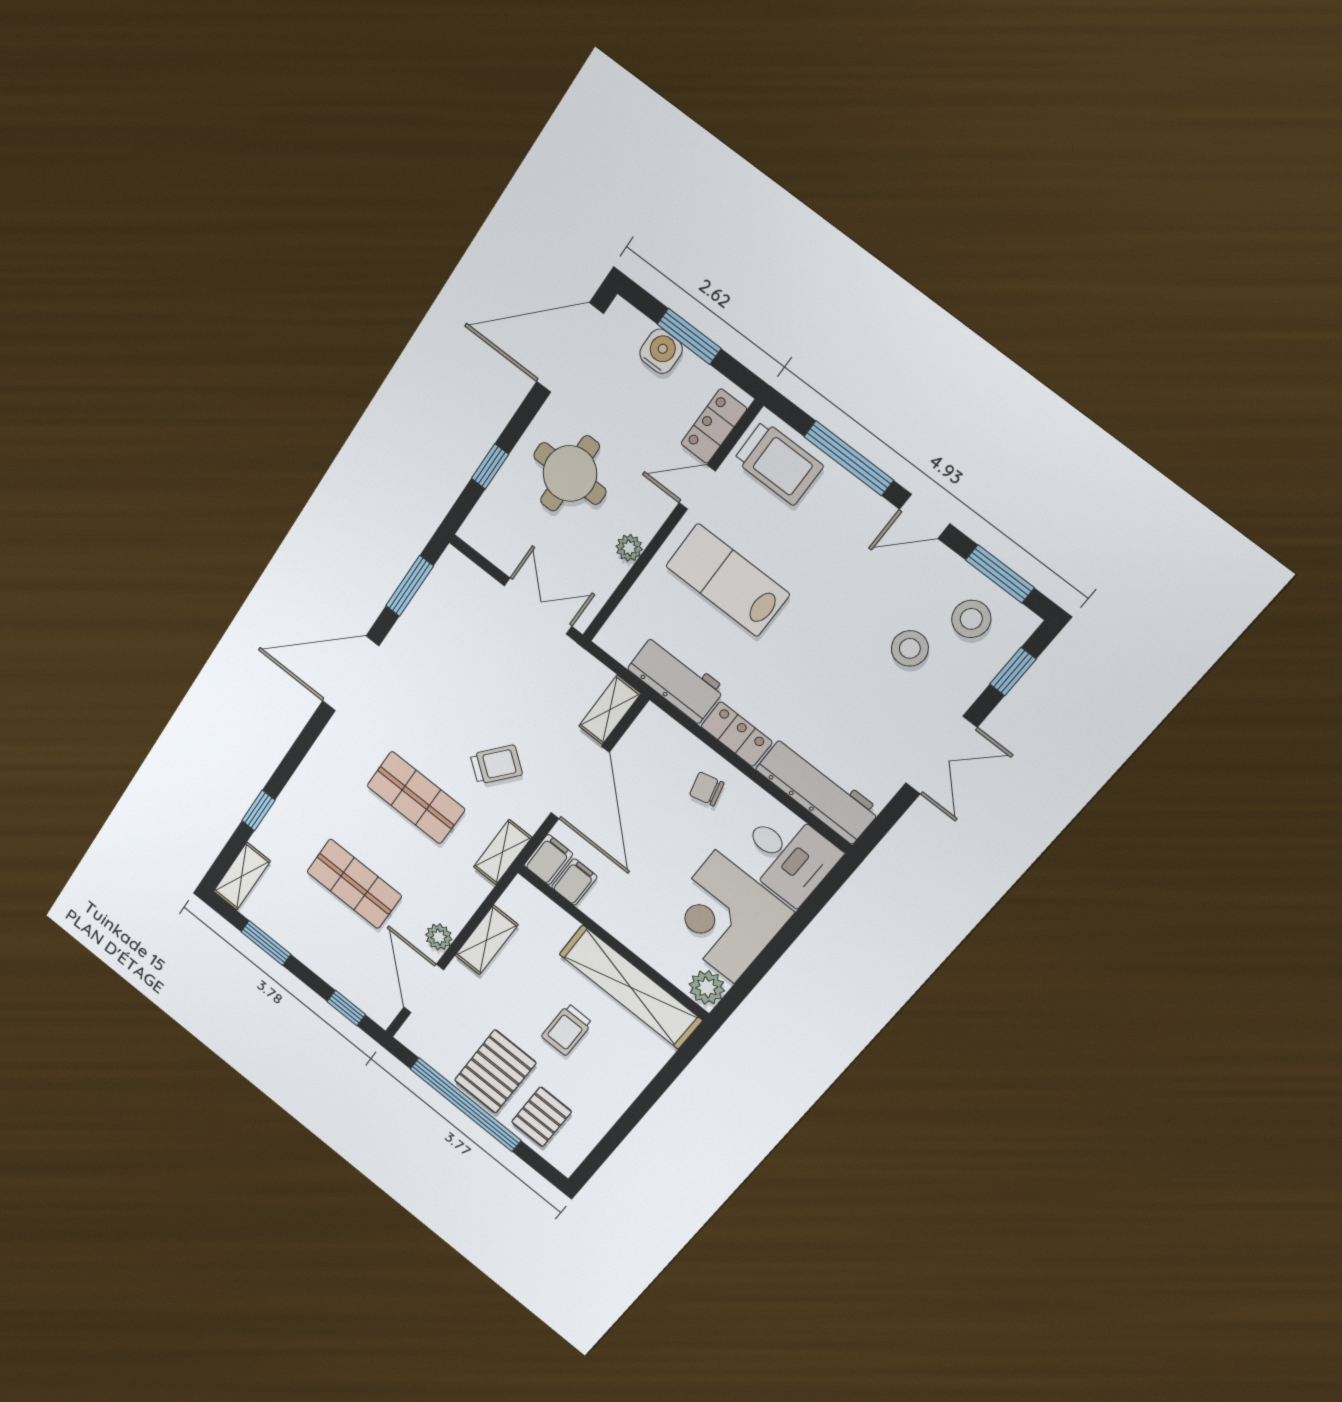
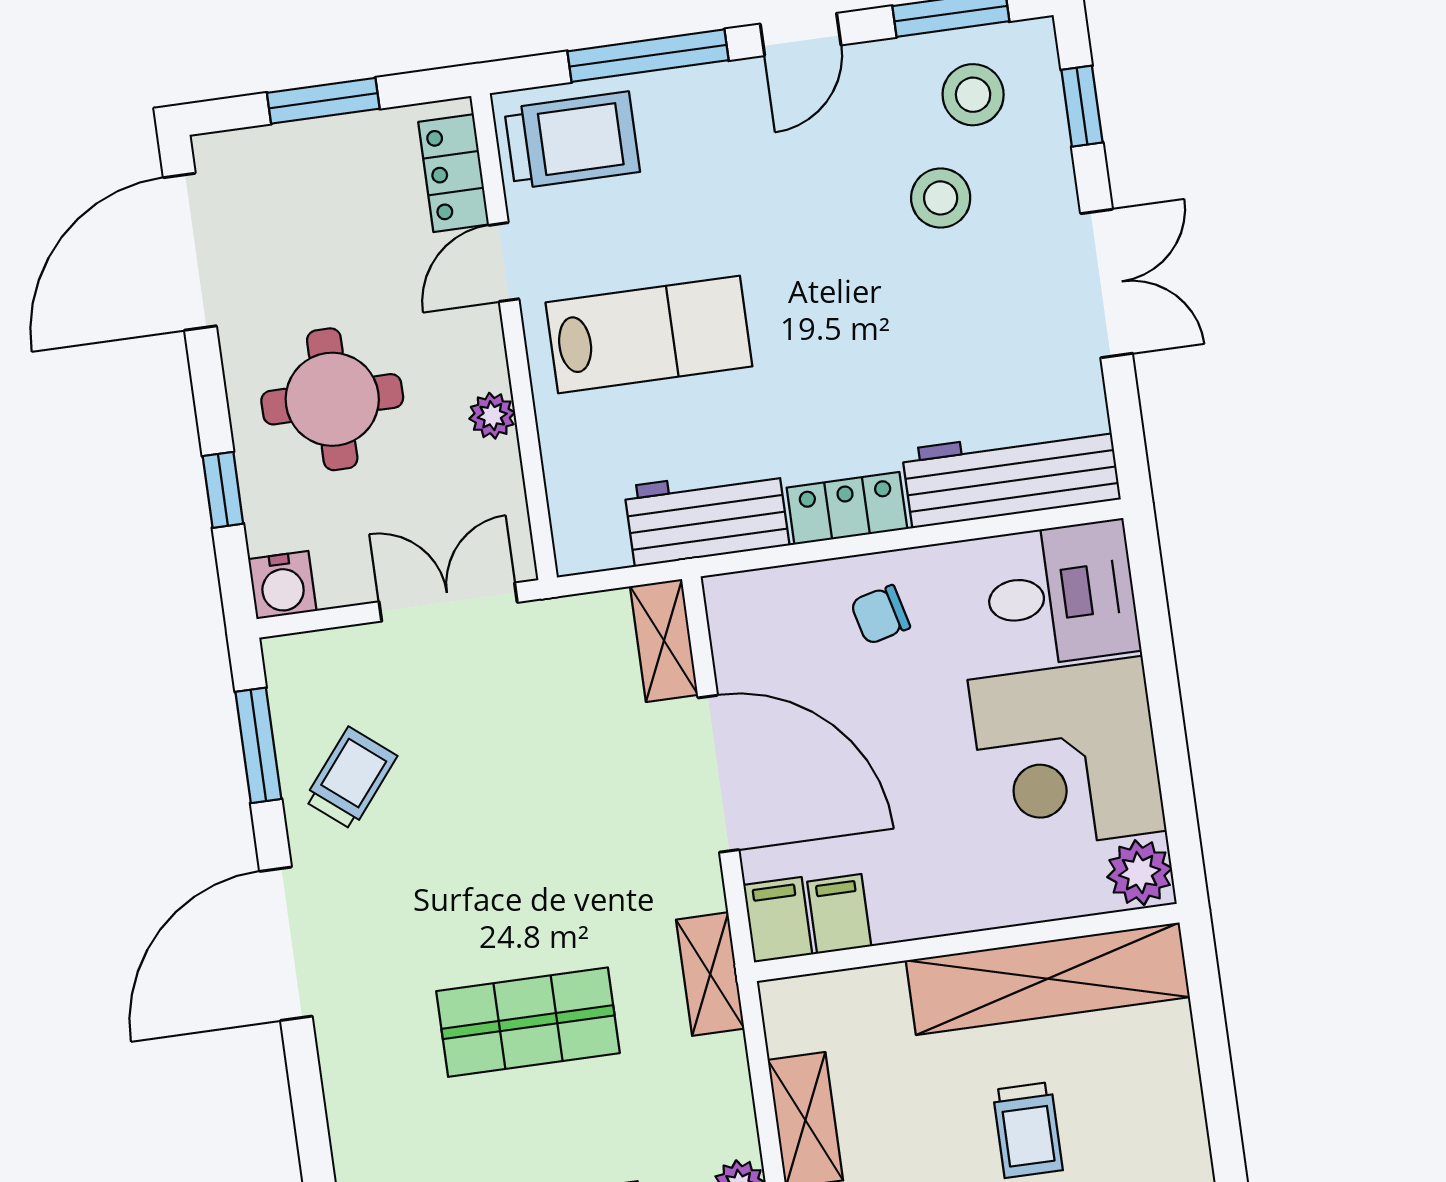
water cooler: (661, 351) -> (282, 585), moved, turned 180
lab bench: (727, 580) -> (649, 334), turned 180
trolley: (496, 765) -> (351, 778), moved

